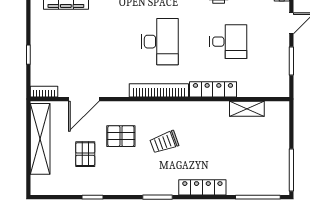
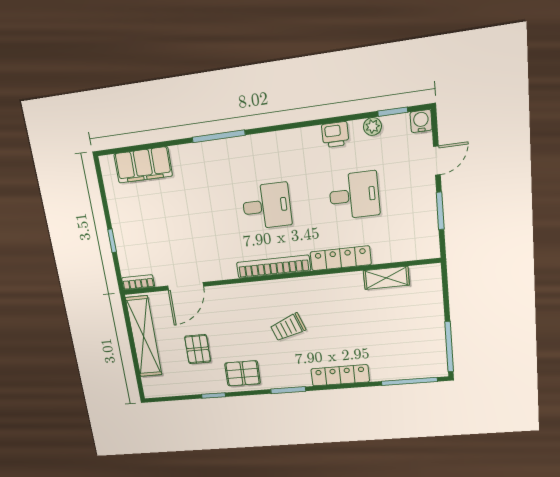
desk: (160, 42) -> (267, 206), width x0.73
pallet: (121, 136) -> (243, 373), moved

